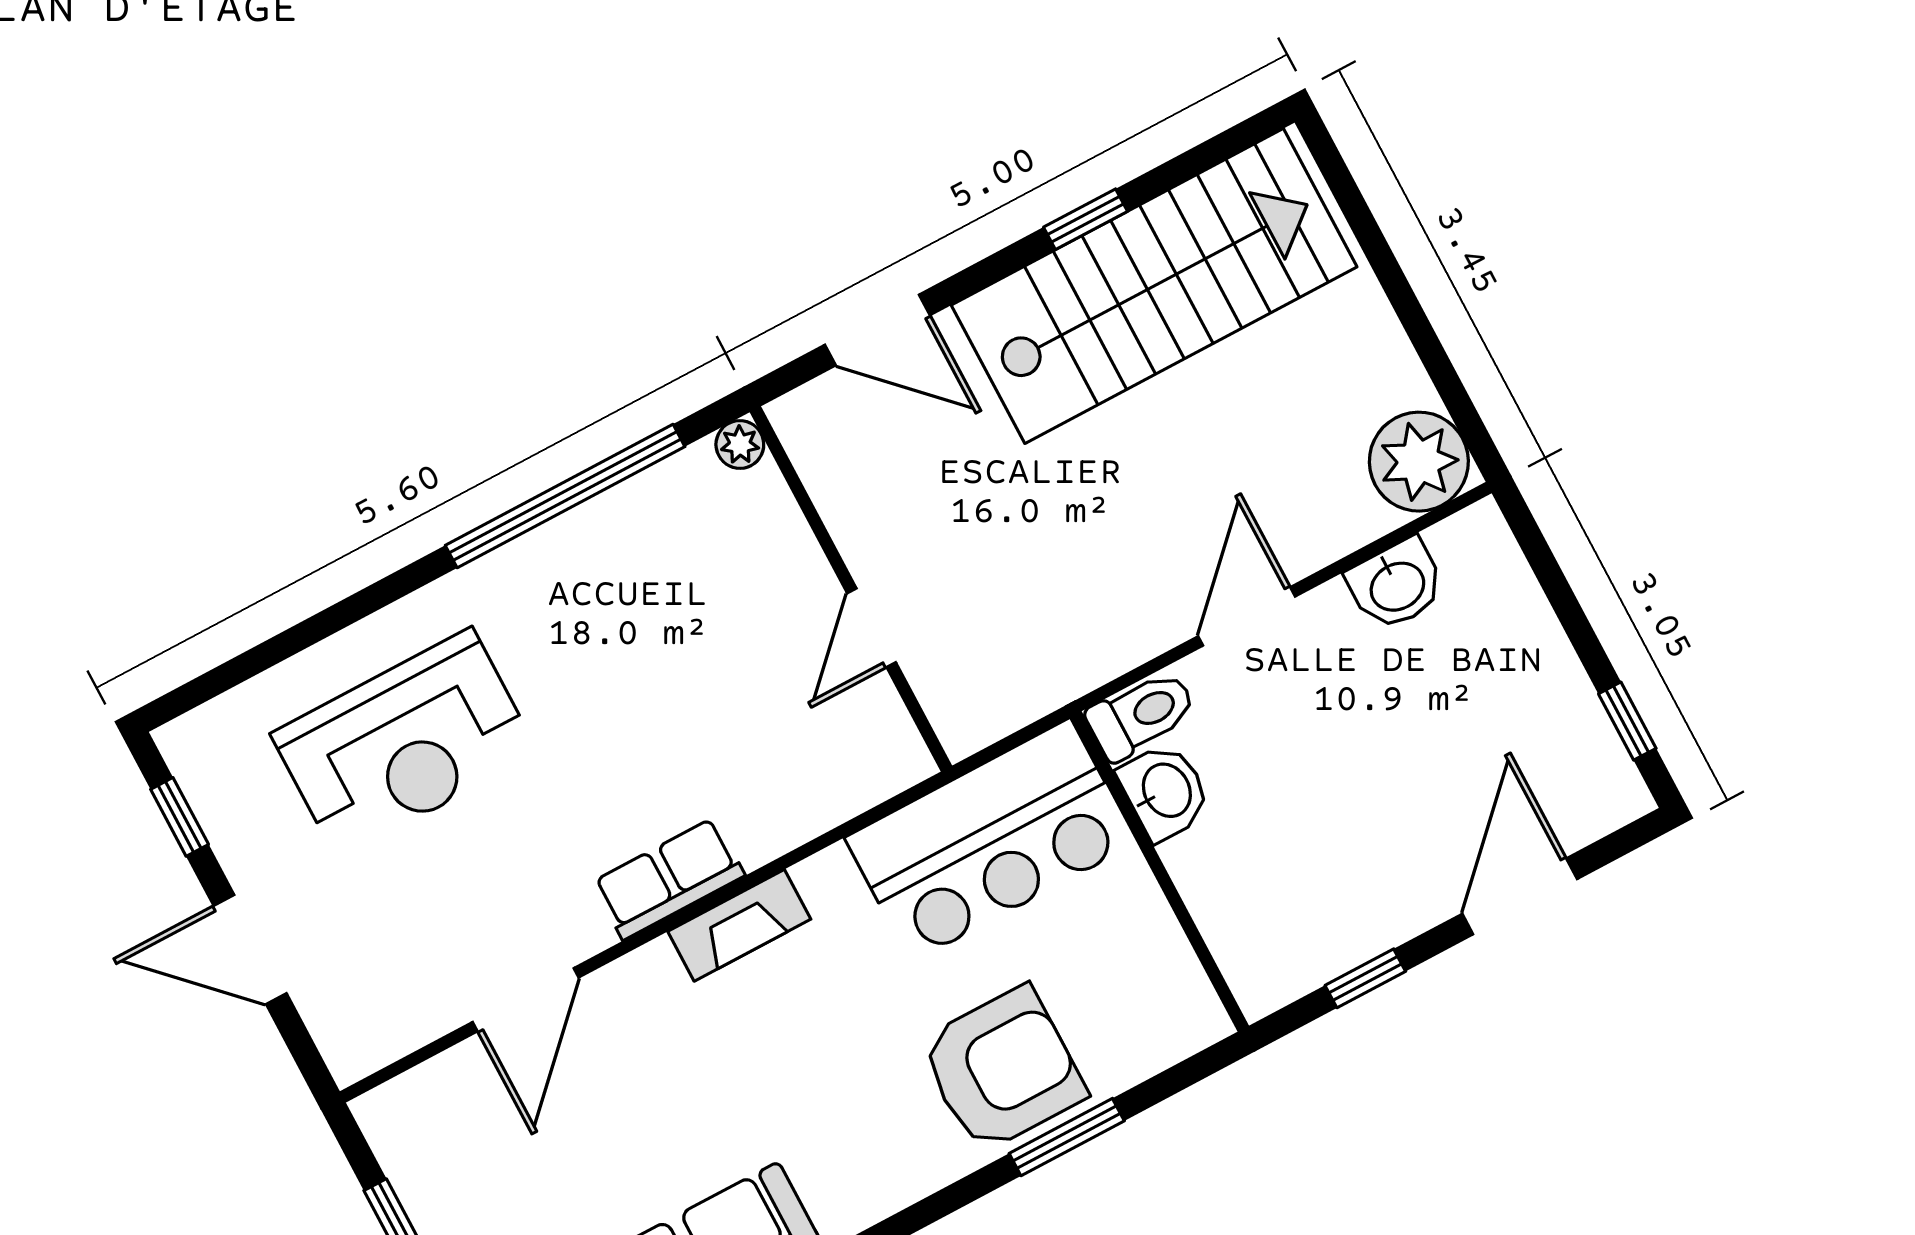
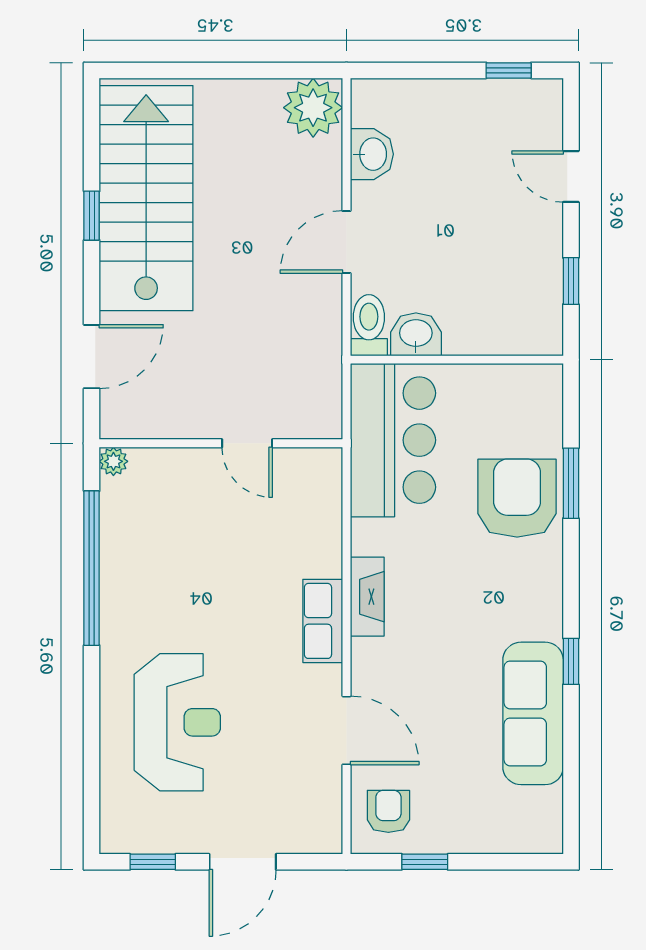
door: (1247, 616) -> (346, 242), hinge flipped
door: (1520, 896) -> (571, 176), width x0.73
armchair: (439, 1125) -> (388, 811), added

